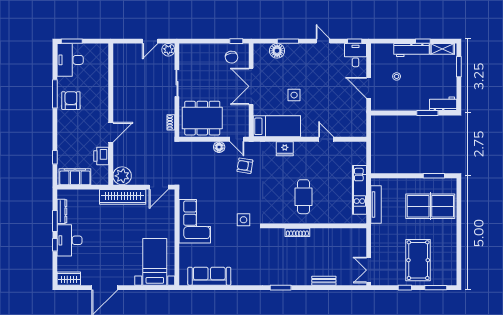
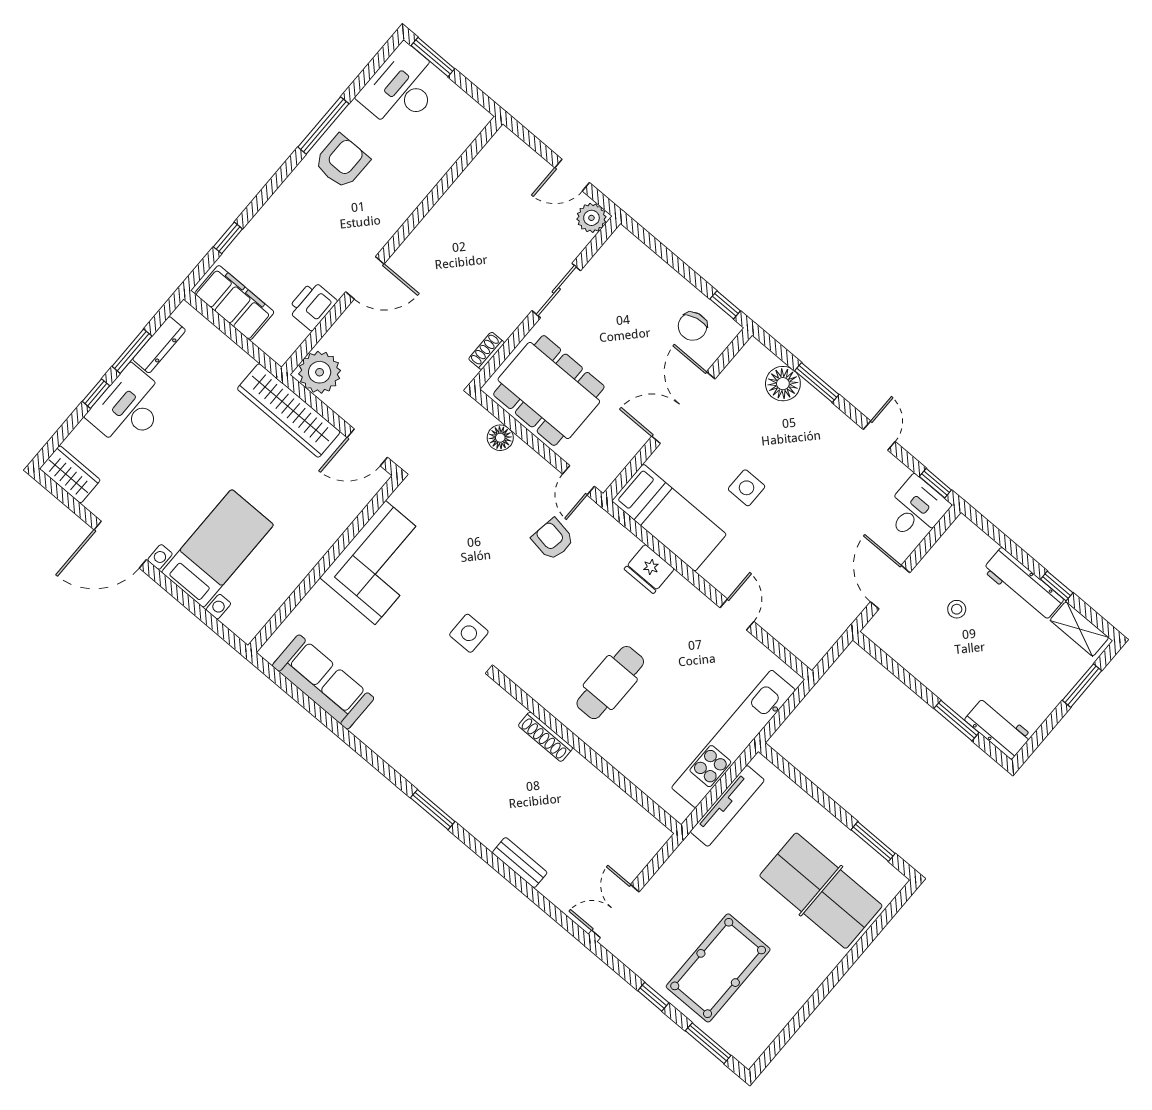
floor lamp: (219, 147) -> (500, 438), moved
kitchen unit: (359, 190) -> (733, 739), width x1.36
bed with nightstands: (155, 262) -> (218, 548), moved

